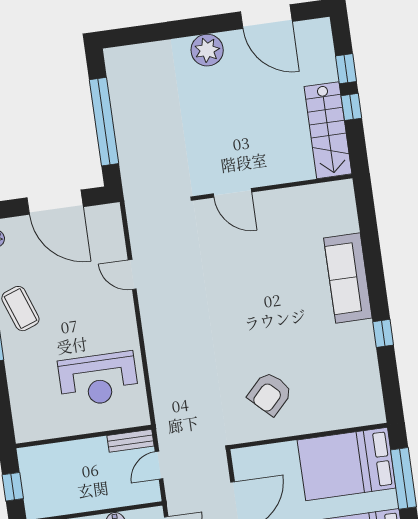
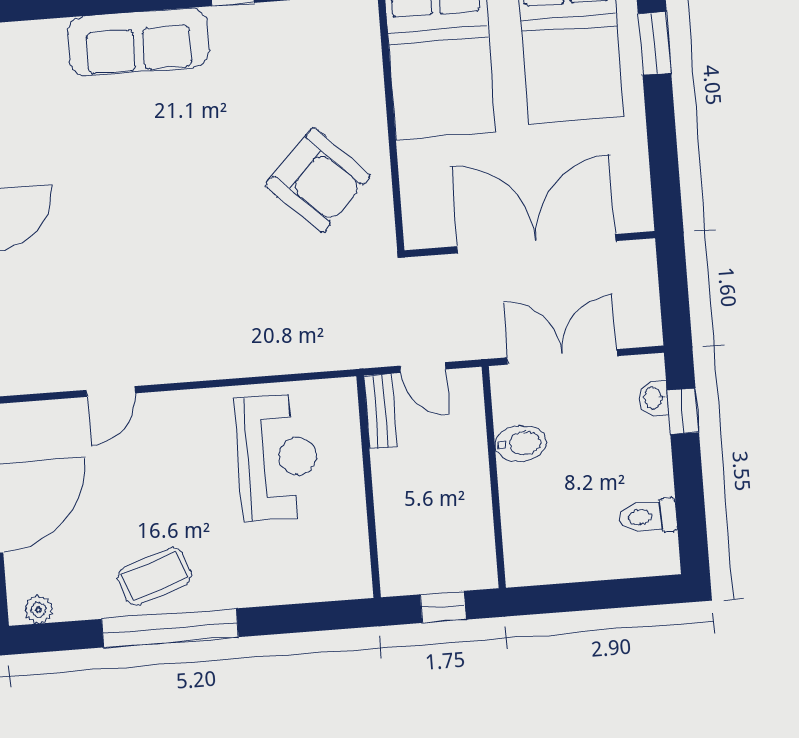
armchair: (270, 394) -> (318, 180), width x1.36, depth x1.36

